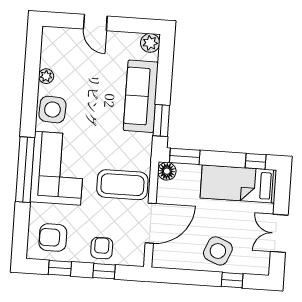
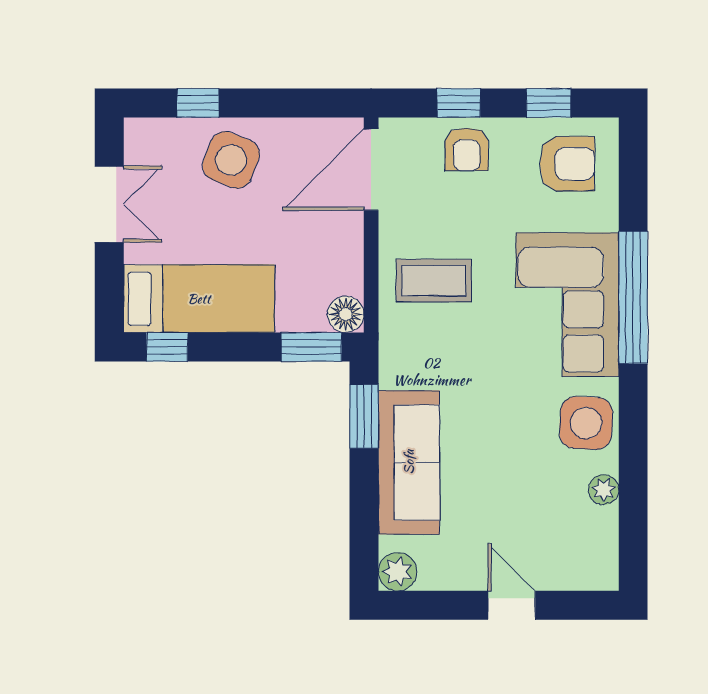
coffee table: (122, 185) -> (434, 281), width x0.73, depth x0.76
door: (151, 223) -> (371, 170), moved

